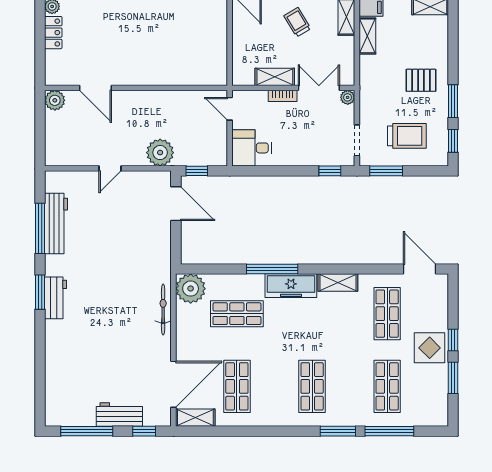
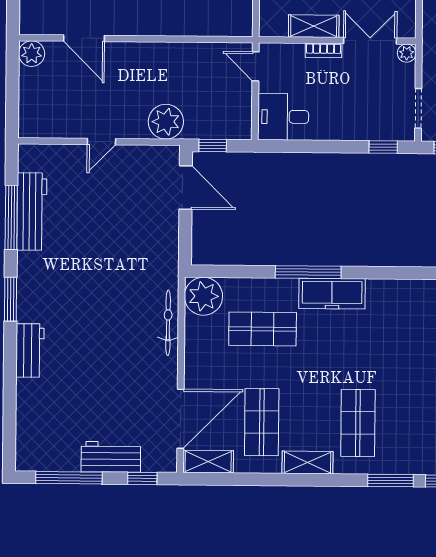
shelving: (338, 283) -> (307, 462), moved
workbench: (56, 298) -> (30, 350), moved

